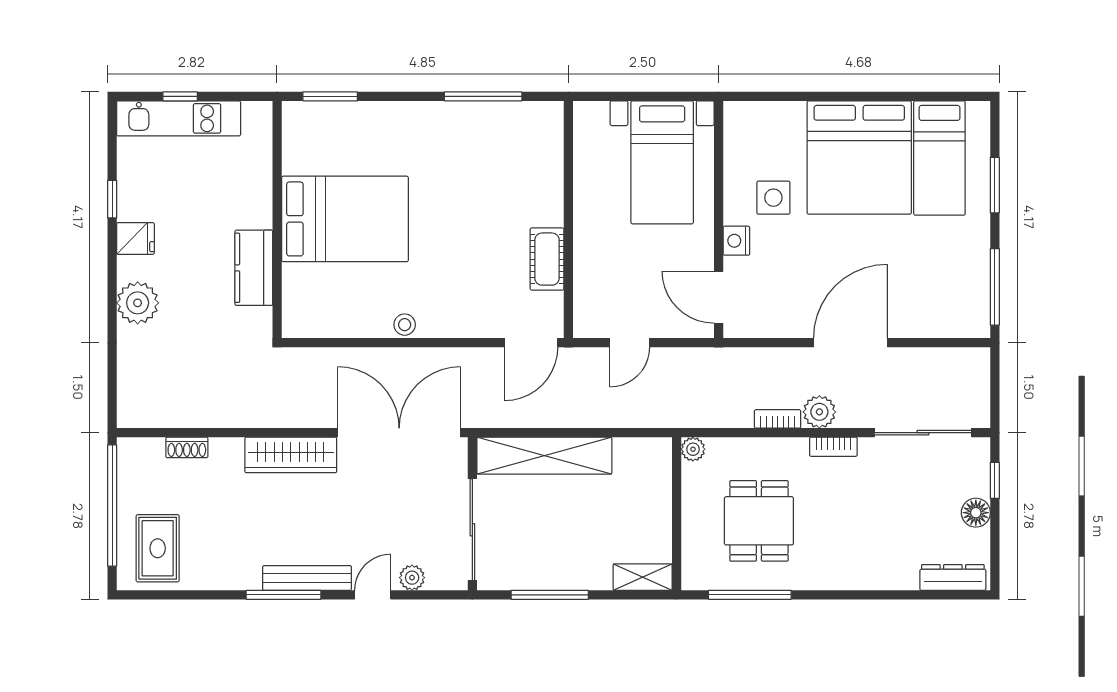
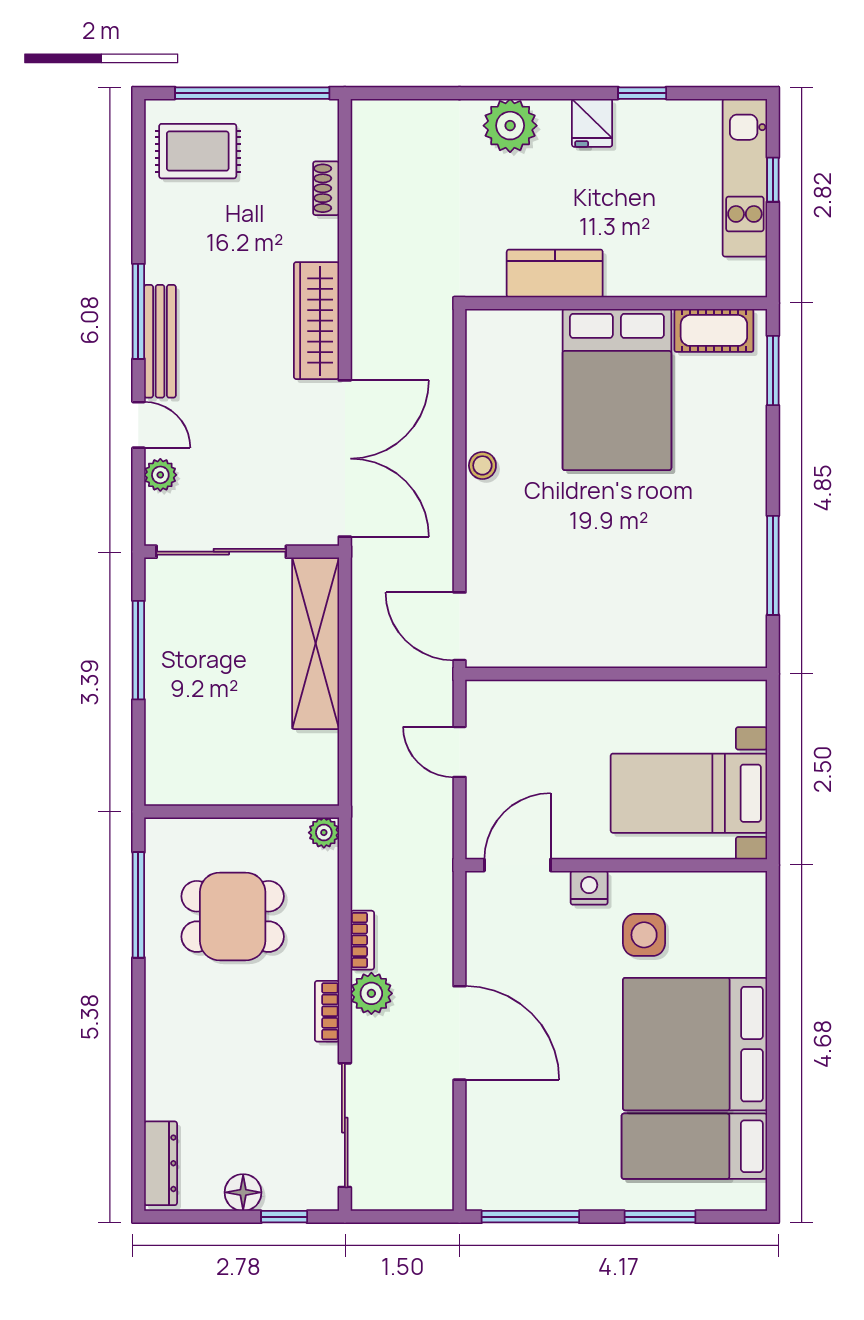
cot: (547, 259) -> (714, 330), moved
shelving: (643, 577) -> (161, 768), removed

